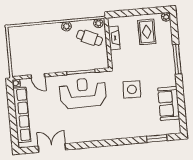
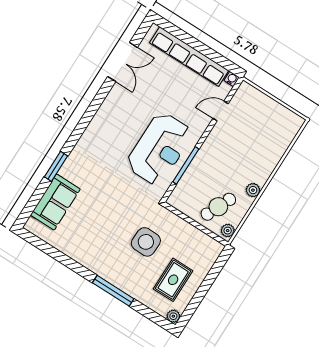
rug: (147, 32) -> (173, 280), turned 90
fireplace: (114, 38) -> (196, 236), removed
side table: (132, 89) -> (146, 242), moved
sofa: (169, 103) -> (55, 202), moved, turned 90
window: (157, 138) -> (56, 166), moved

